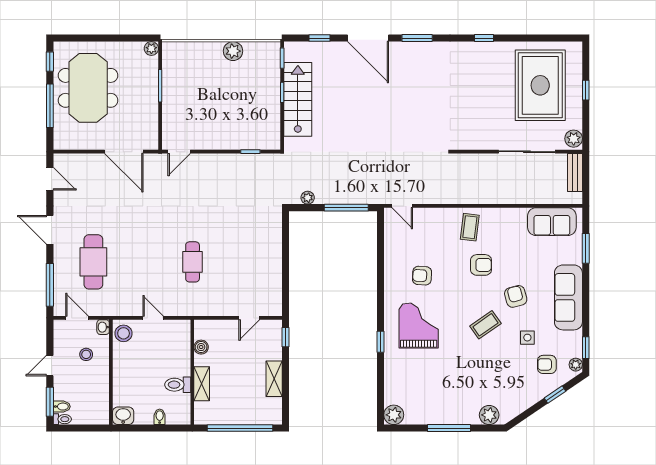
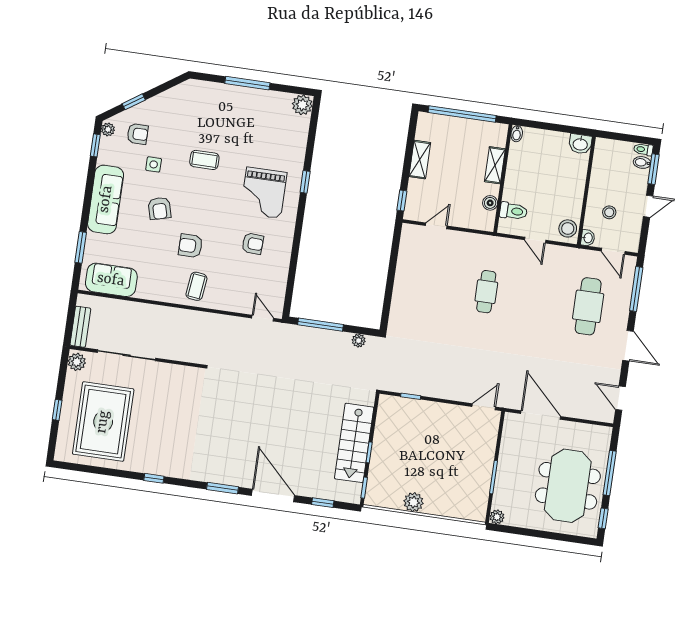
coffee table: (485, 325) -> (204, 160), moved, turned 35
toilet: (178, 385) -> (513, 211), moved
plant: (489, 415) -> (204, 91), removed
bidet: (160, 417) -> (517, 134), moved

